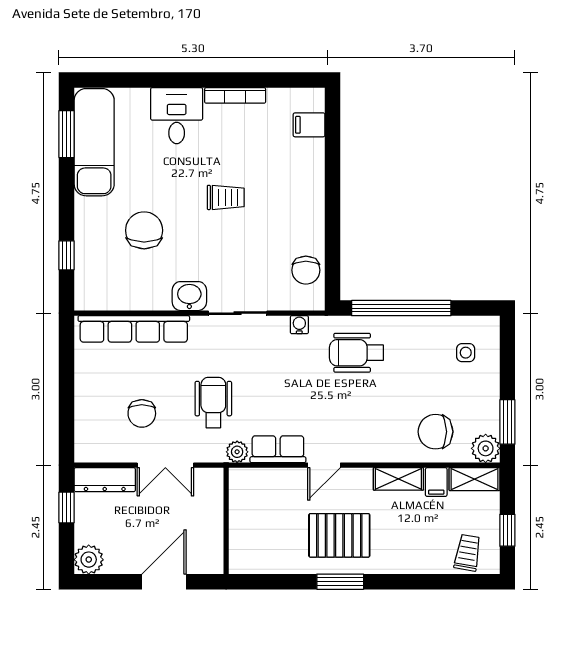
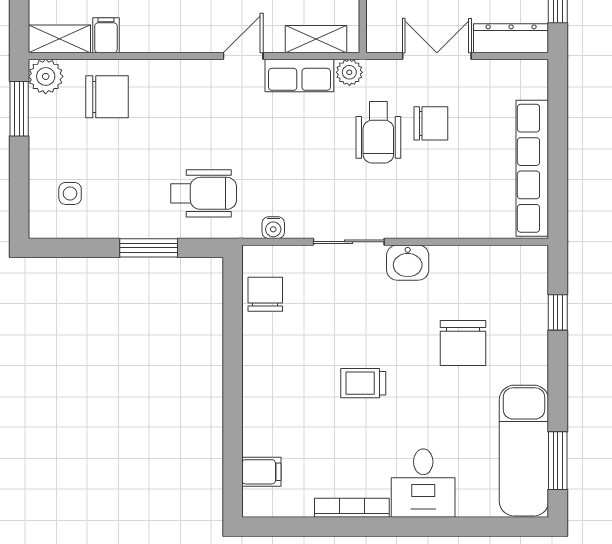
window: (401, 308) -> (149, 248), width x0.47
row of seats: (134, 329) -> (532, 168), moved, turned -90
chair: (142, 413) -> (431, 123), moved, turned 90
shelving: (398, 479) -> (316, 39), moved

